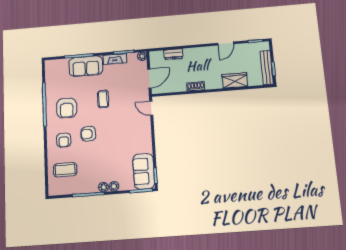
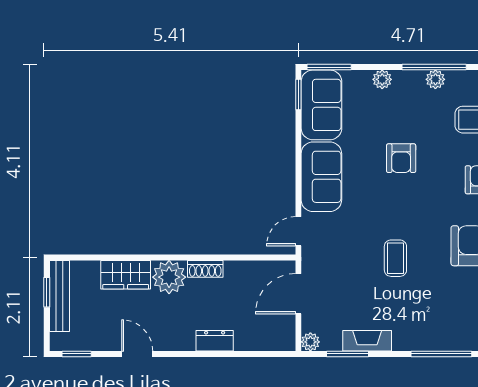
door: (226, 44) -> (137, 354), hinge flipped
dresser: (173, 54) -> (215, 341), moved
sofa: (86, 66) -> (321, 177), moved, turned 90
plant: (213, 81) -> (169, 277), added
door: (151, 108) -> (298, 231), swing flipped
armchair: (88, 134) -> (401, 158), moved, turned 90
plant: (103, 187) -> (435, 79), moved

